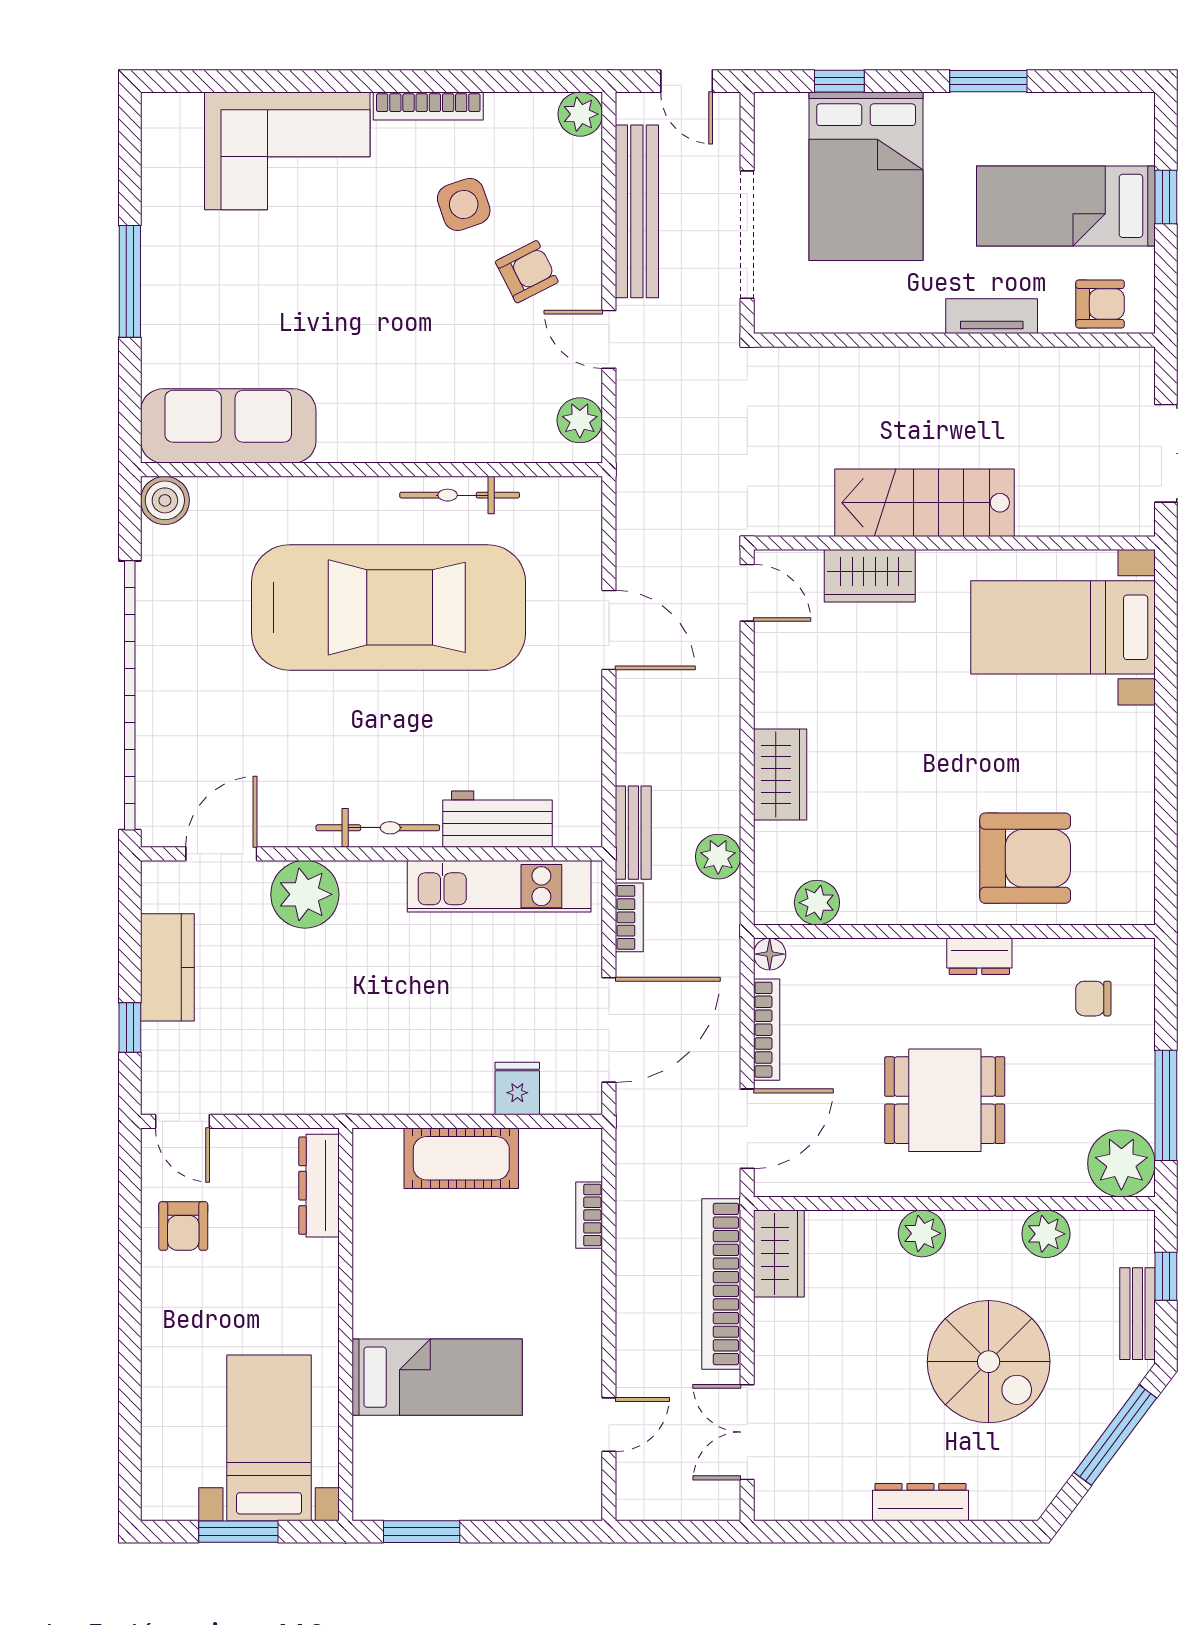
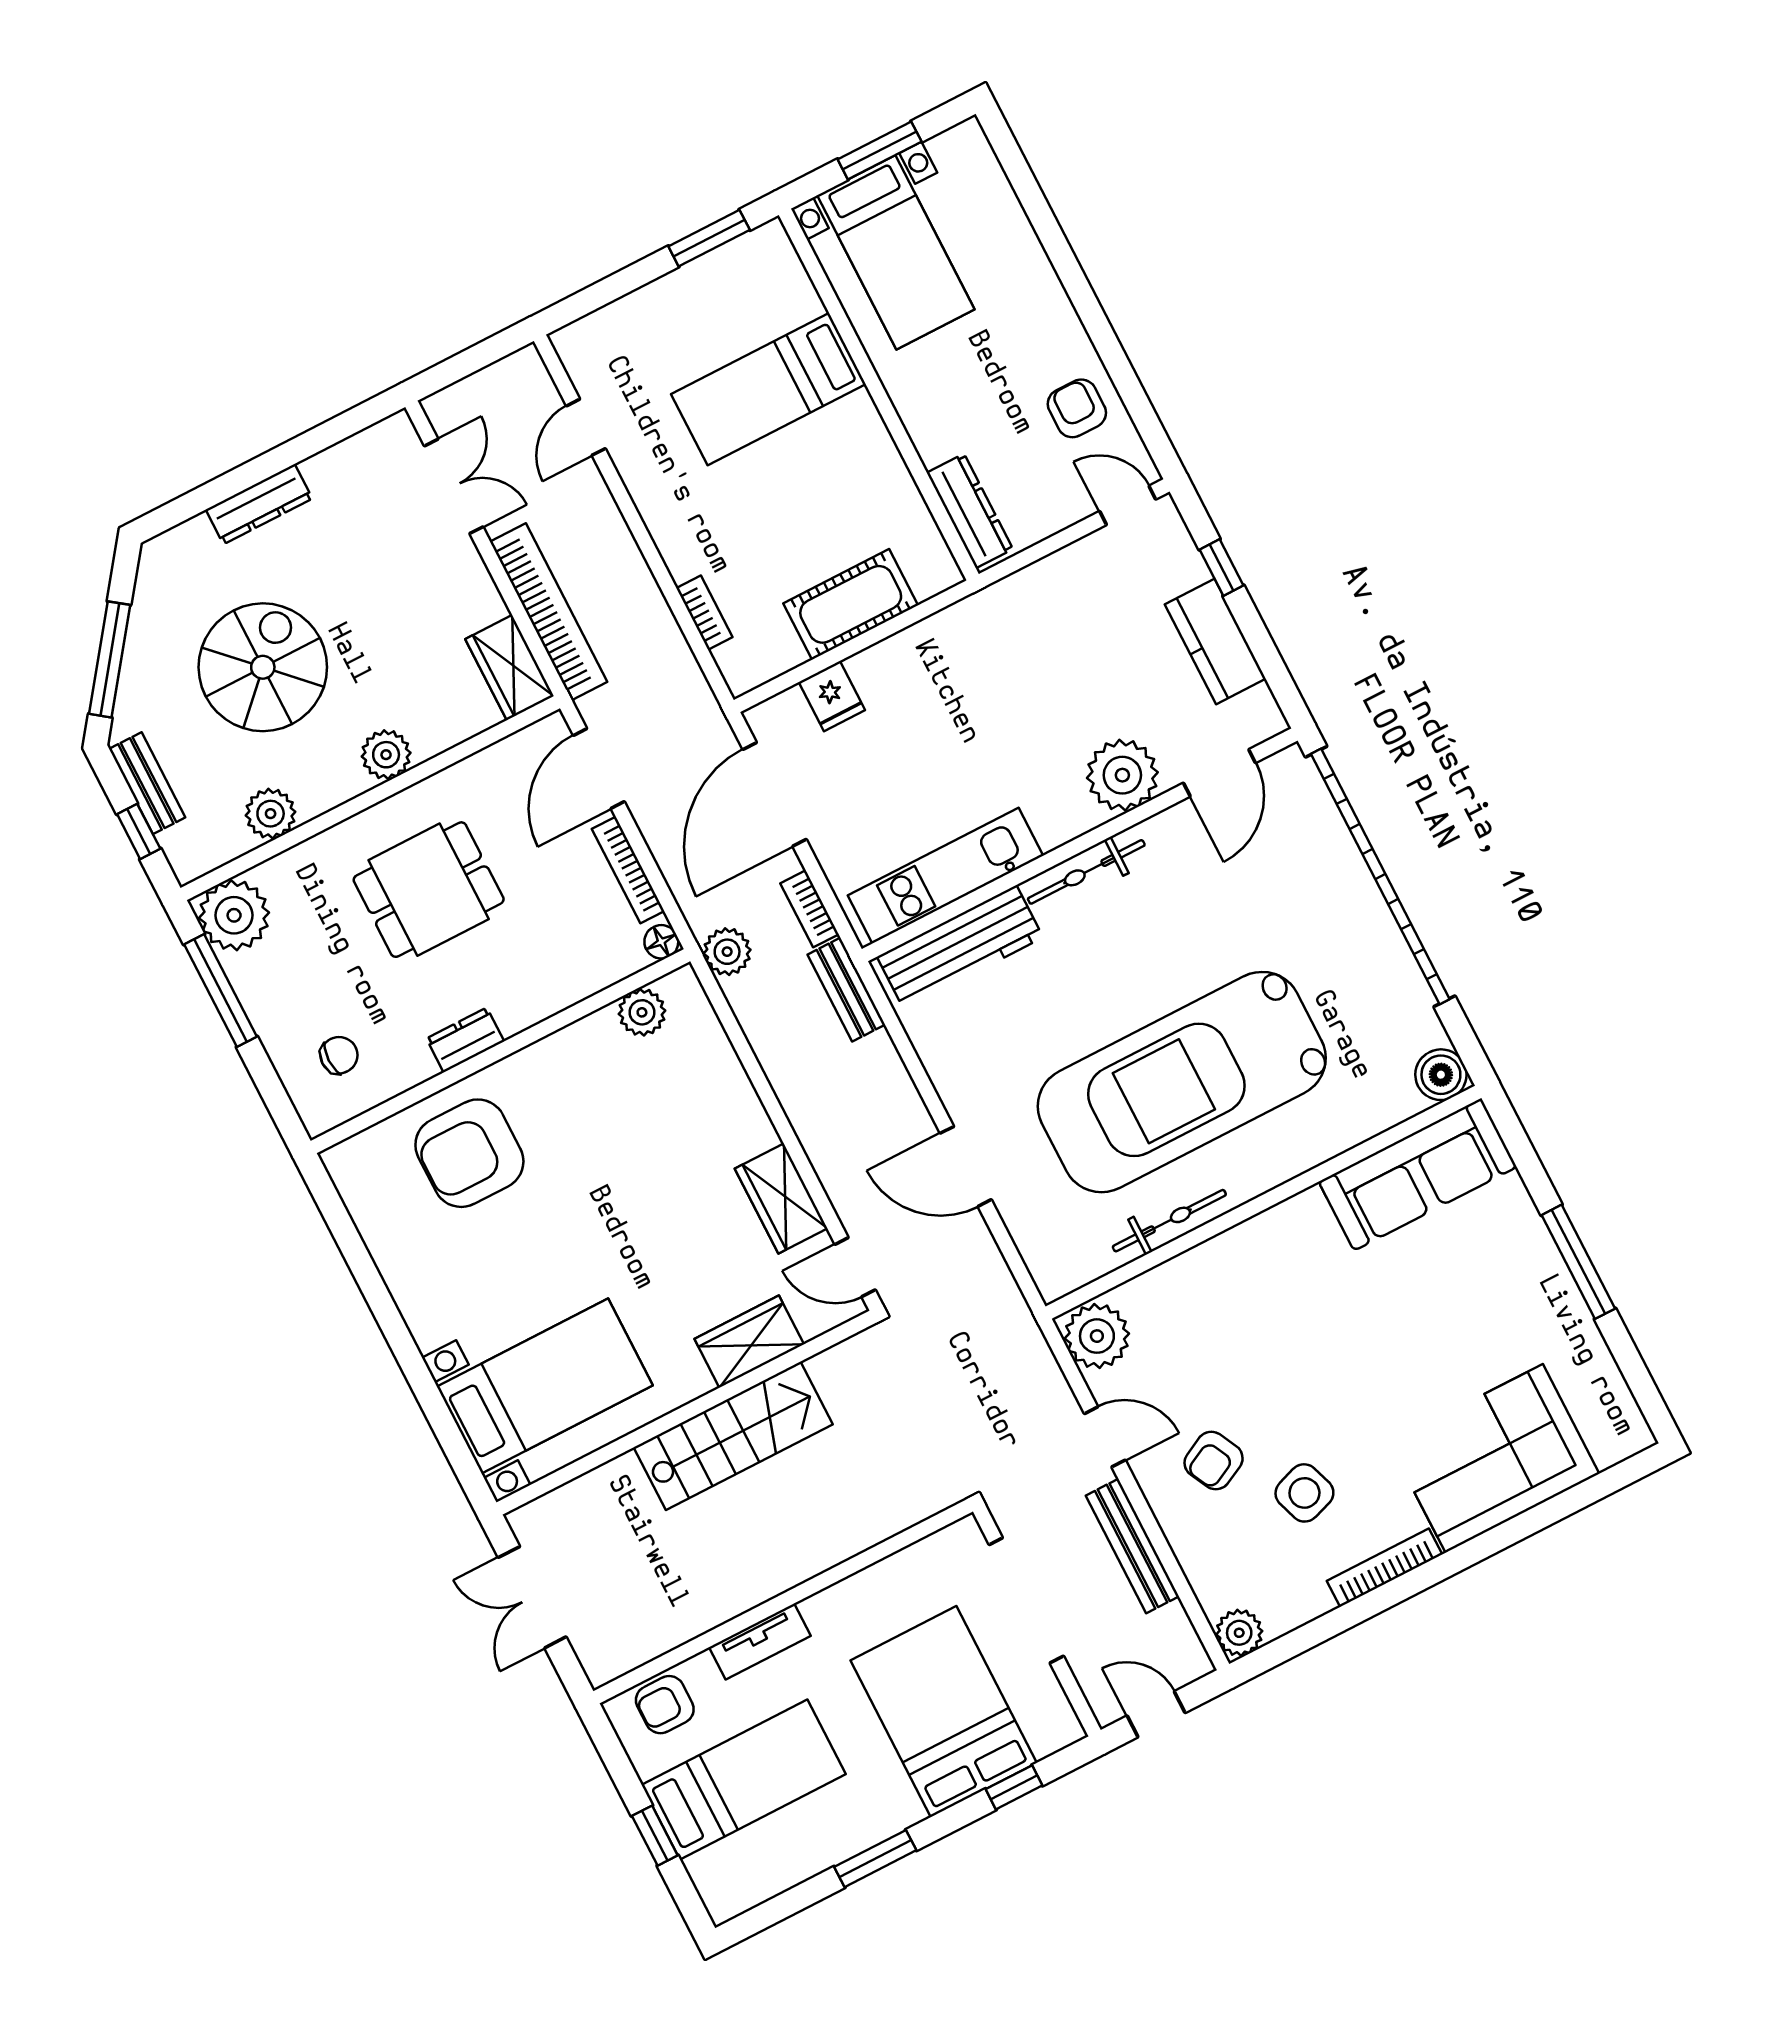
bench: (637, 211) -> (1132, 1546), width x0.73, depth x0.82
plant: (580, 420) -> (1097, 1336), width x1.36, depth x1.36
wardrobe: (780, 774) -> (781, 1199), moved
workbench: (498, 819) -> (960, 947), width x1.38
plant: (718, 857) -> (727, 952), moved
spiral stairs: (989, 1362) -> (263, 667), turned 90

